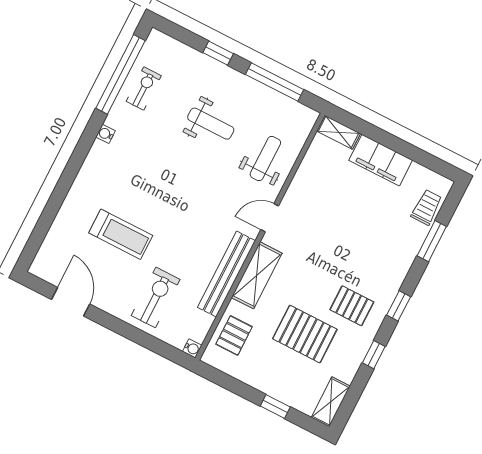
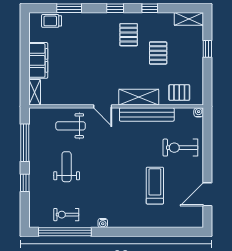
pallet: (305, 334) -> (158, 53), width x0.67, depth x0.71

